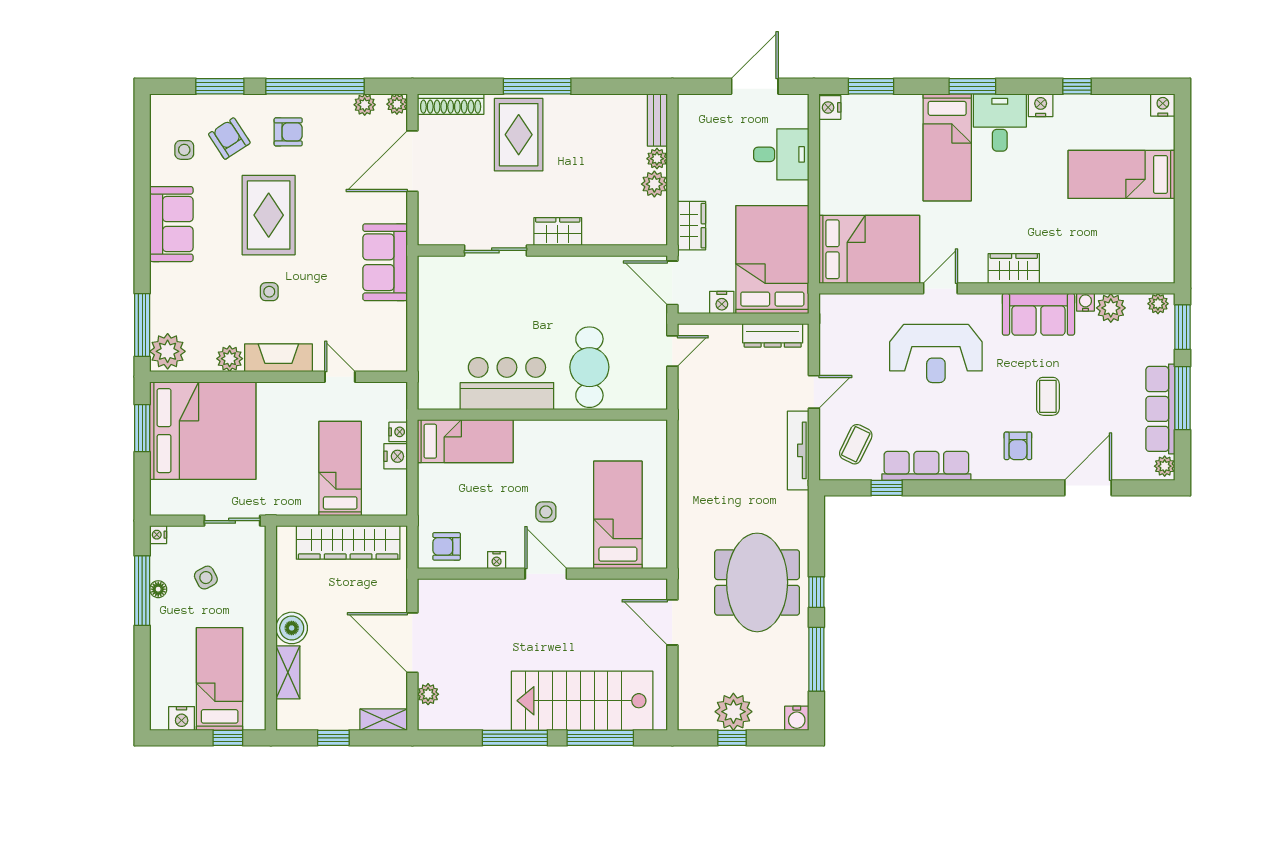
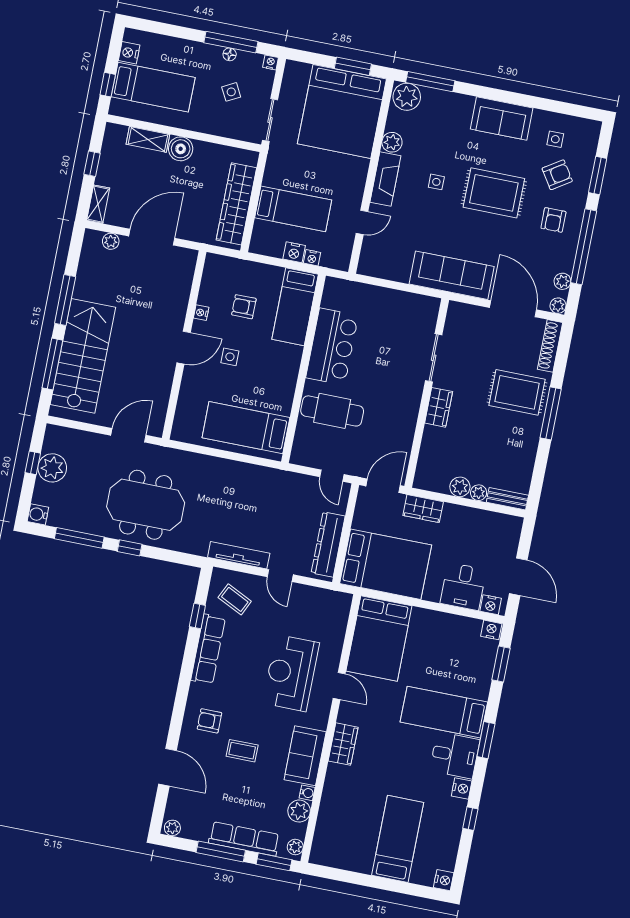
sofa: (385, 262) -> (452, 275), width x1.36
nightstand: (722, 302) -> (491, 605), moved, turned -90
dresser: (773, 335) -> (328, 545), width x1.37, depth x1.24
row of seats: (1160, 409) -> (244, 839), moved
bed: (618, 515) -> (246, 428), moved, turned 180
armchair: (447, 546) -> (244, 307), moved, turned -90

